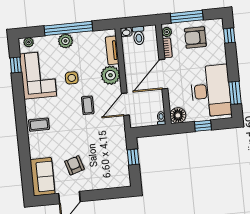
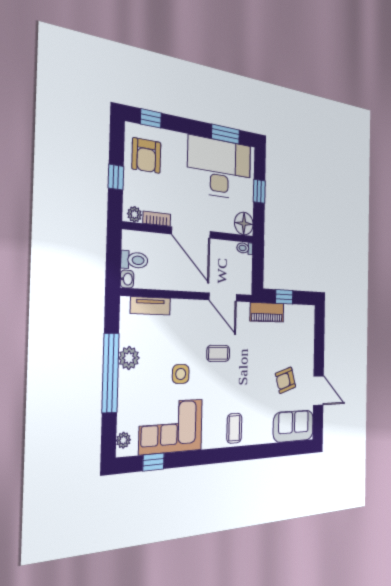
window: (187, 17) -> (116, 177), width x0.46
armchair: (195, 38) -> (146, 156), moved
plant: (65, 41) -> (129, 358), moved
plant: (110, 75) -> (184, 314), removed
piano: (120, 143) -> (267, 312), added

